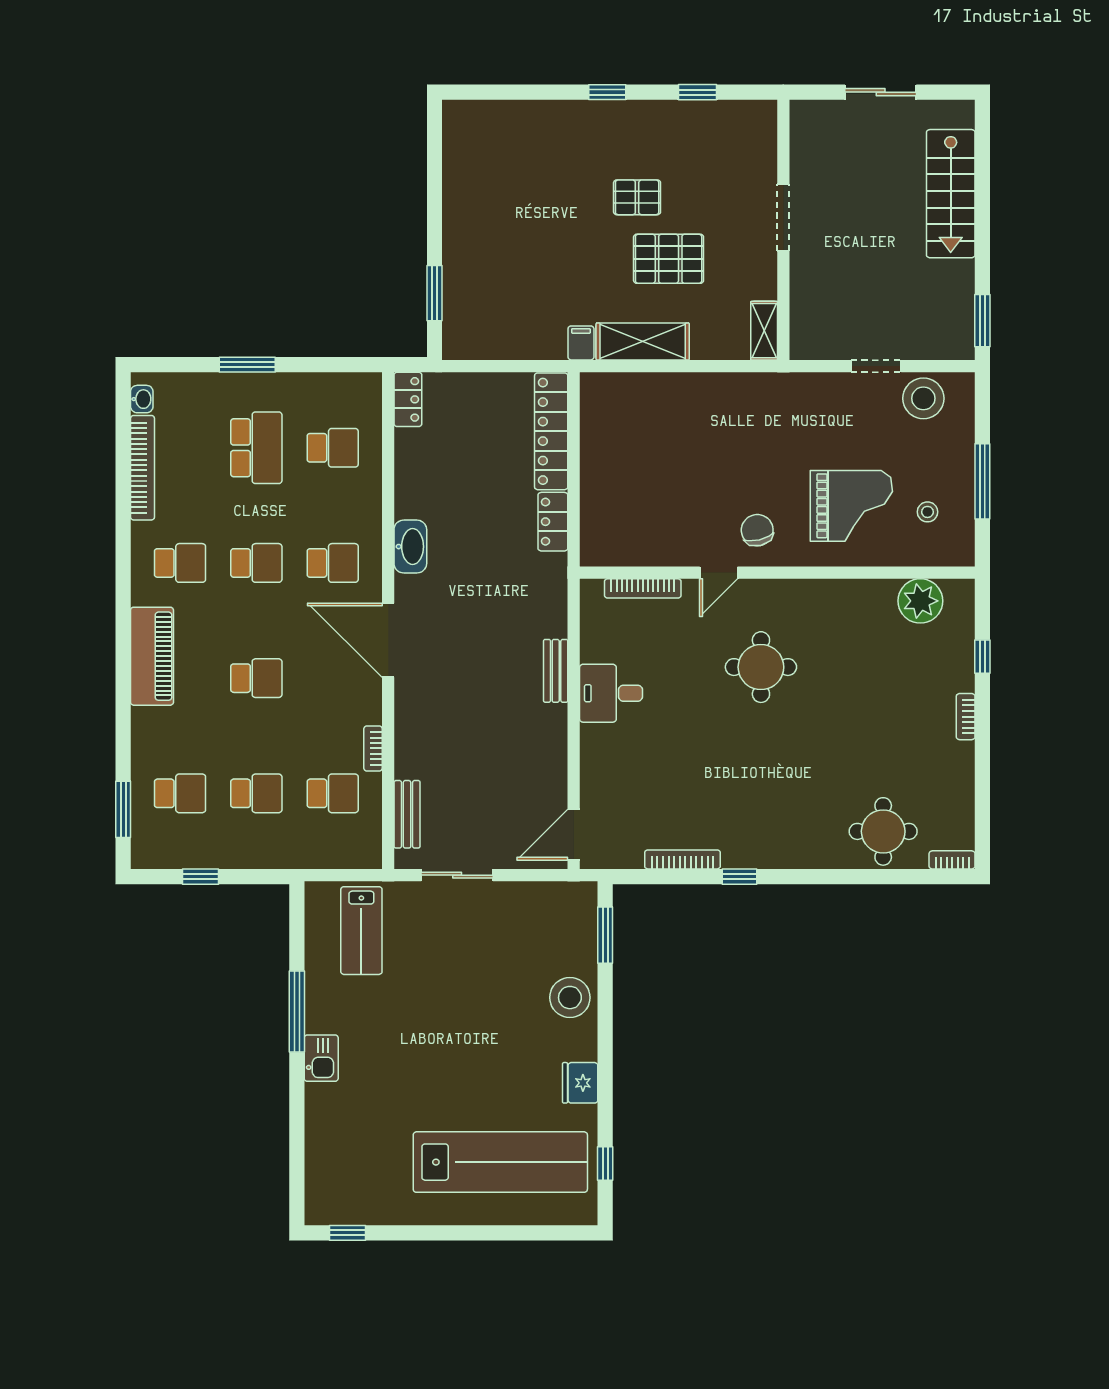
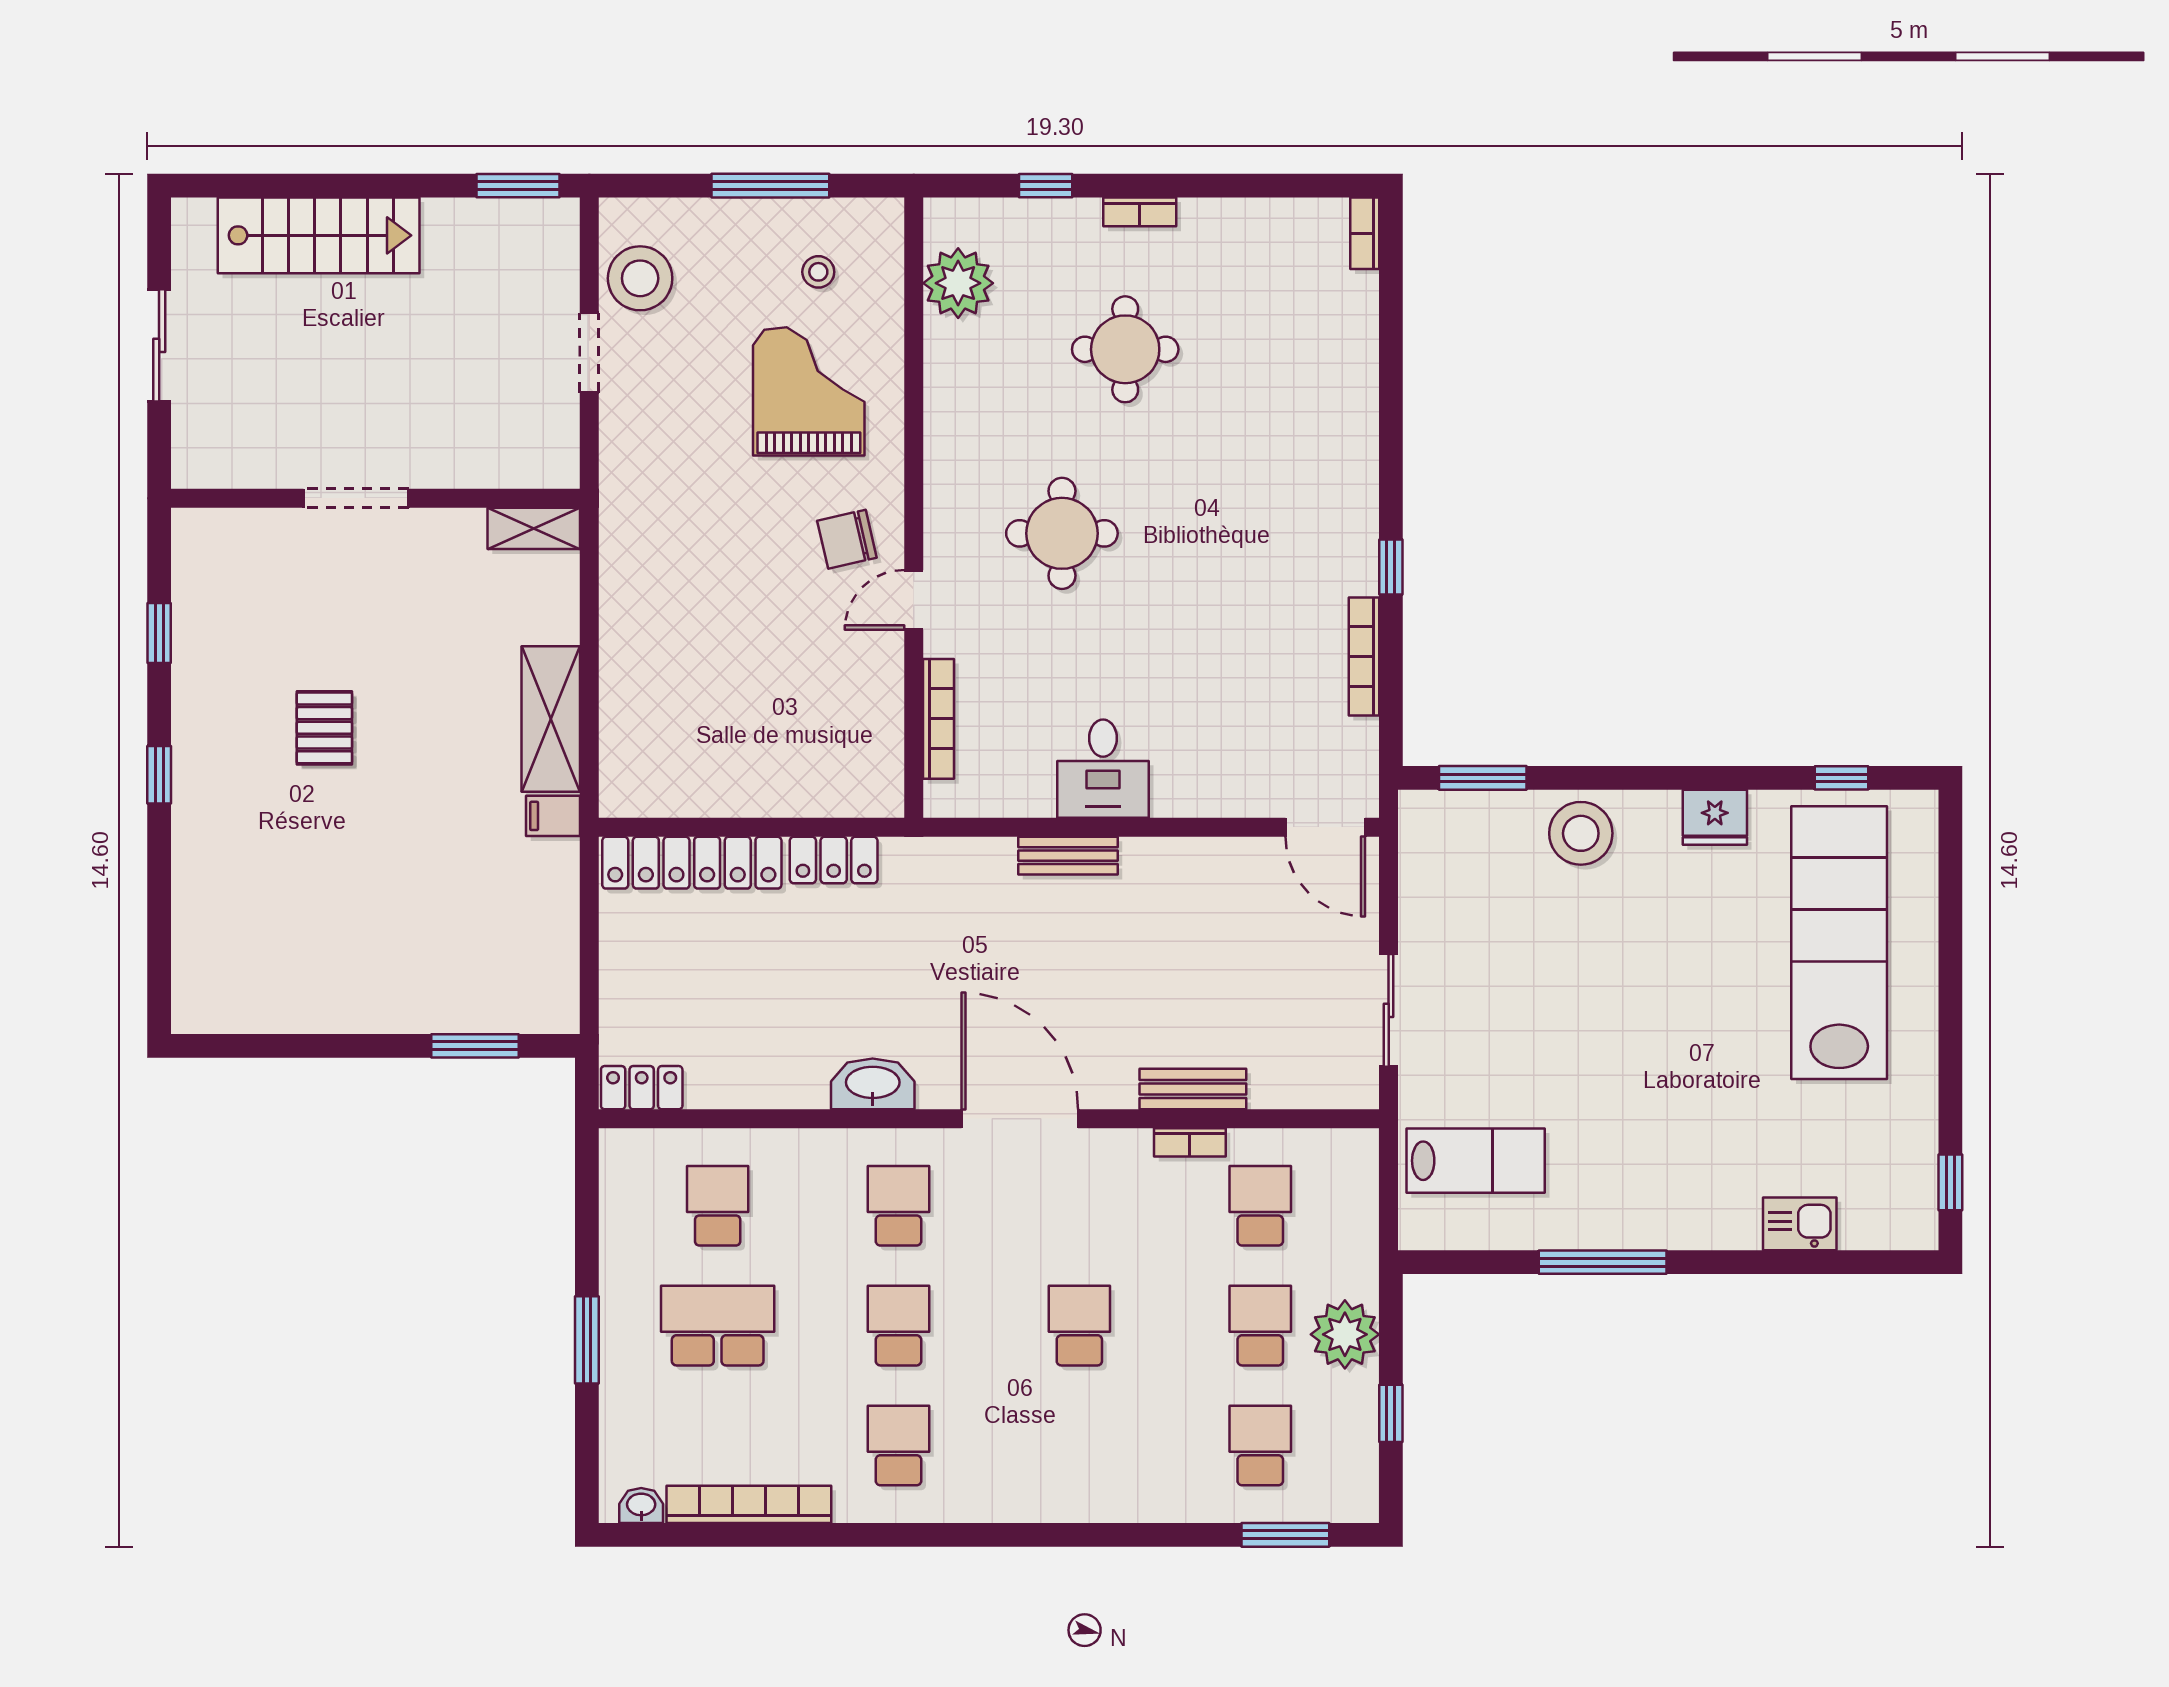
pallet: (669, 259) -> (421, 678), removed
door: (719, 573) -> (914, 600), swing flipped
door: (388, 640) -> (1020, 1119), swing flipped
piano: (152, 656) -> (1045, 1490), removed
bench: (407, 814) -> (1193, 1089), moved
round table: (883, 831) -> (1125, 349), moved
plant: (251, 847) -> (1345, 1334), added
kitchen sink: (321, 1058) -> (1800, 1224), moved

